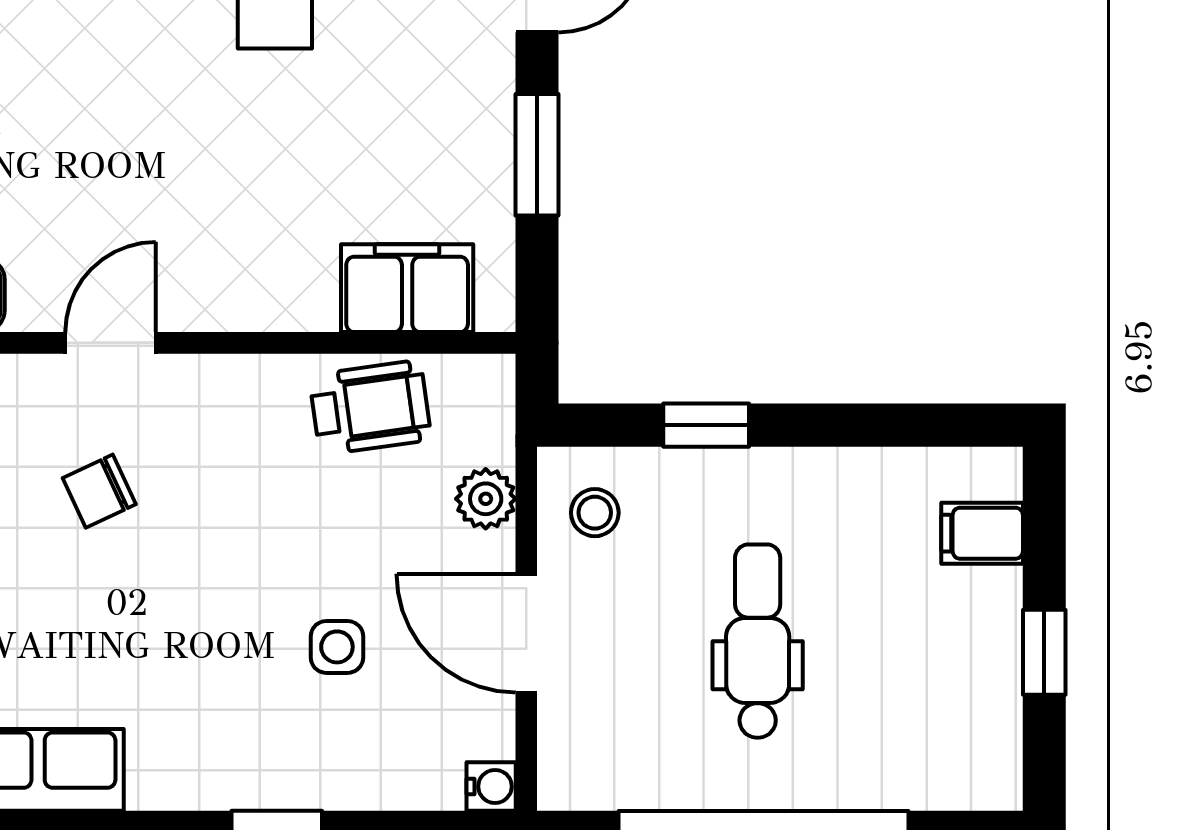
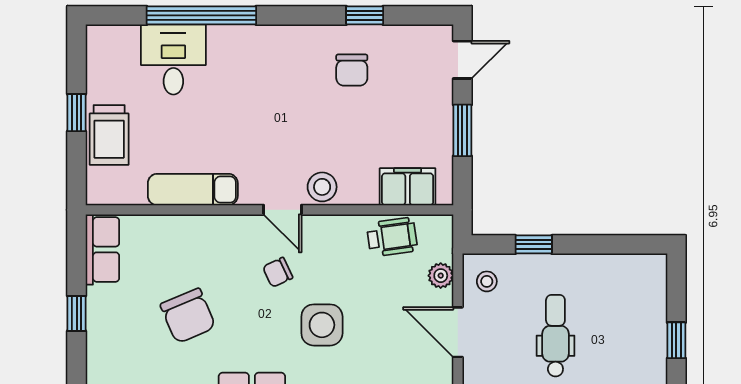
stool: (204, 289) -> (322, 187), added
door: (111, 343) -> (282, 210), swing flipped
filing cabinet: (982, 533) -> (650, 290), removed
side table: (337, 647) -> (322, 325), moved, width x1.87, depth x1.87

